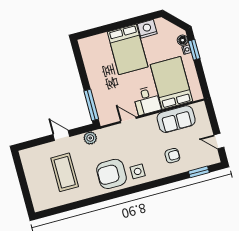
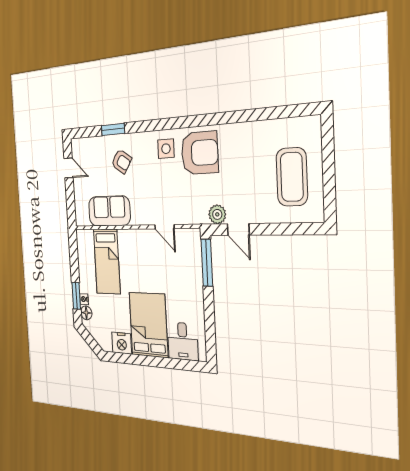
bed: (171, 83) -> (107, 261), width x0.67
desk: (147, 101) -> (183, 341), moved, turned 180
door: (61, 136) -> (238, 229), moved
armchair: (172, 156) -> (121, 161), turned -146
coffee table: (65, 172) -> (292, 177), moved
window: (199, 172) -> (113, 129), moved

